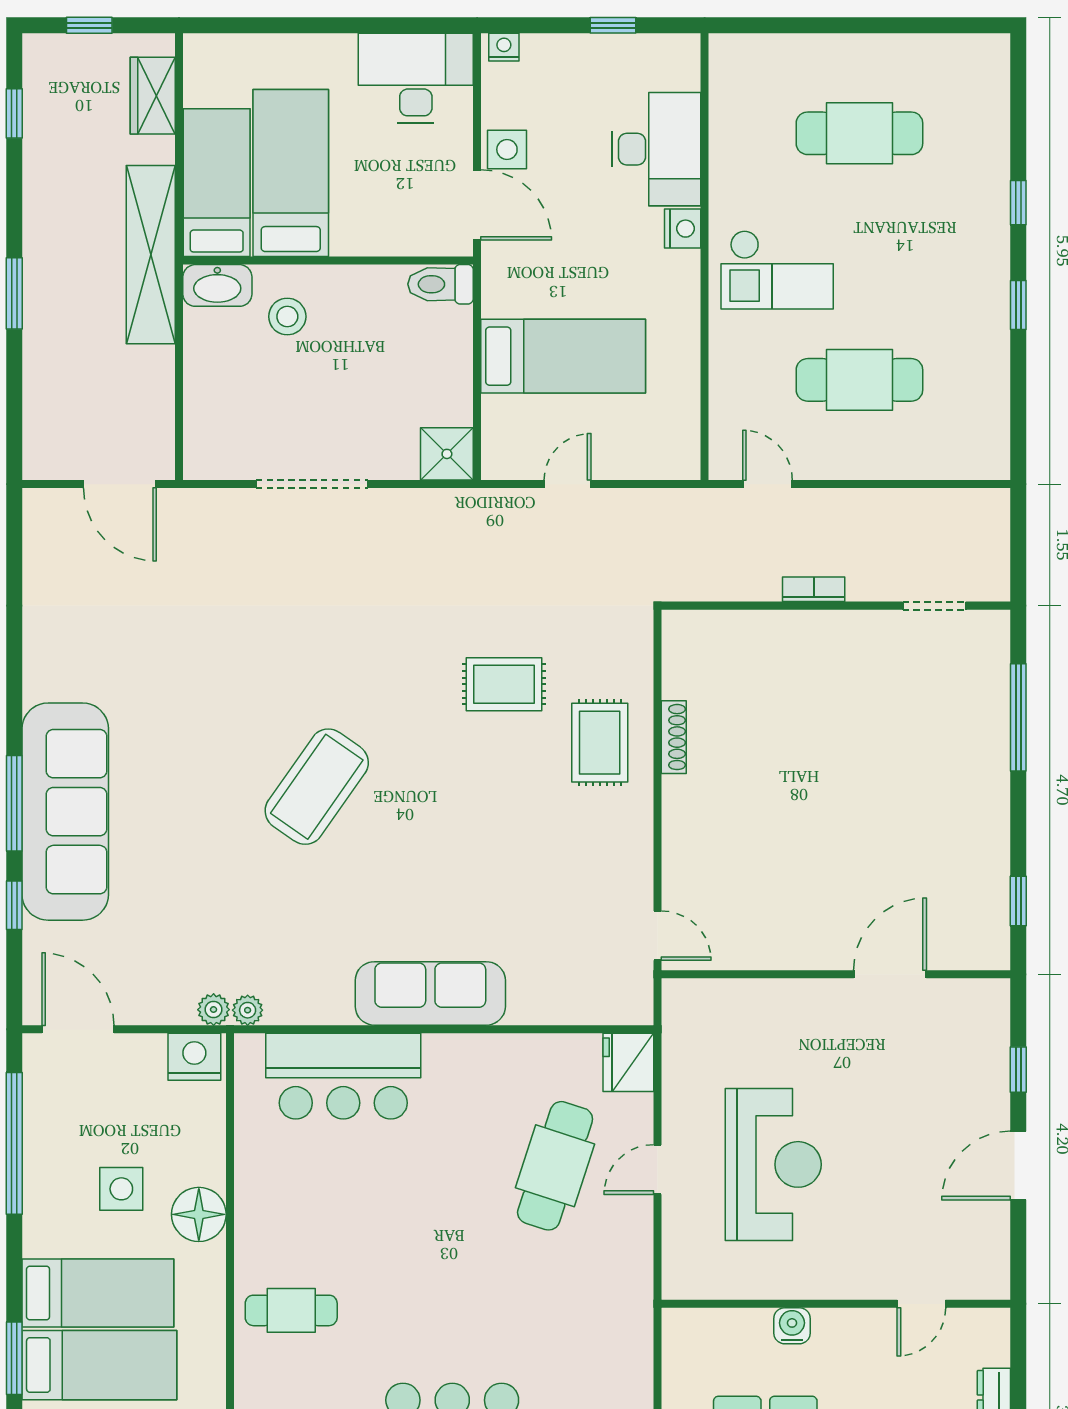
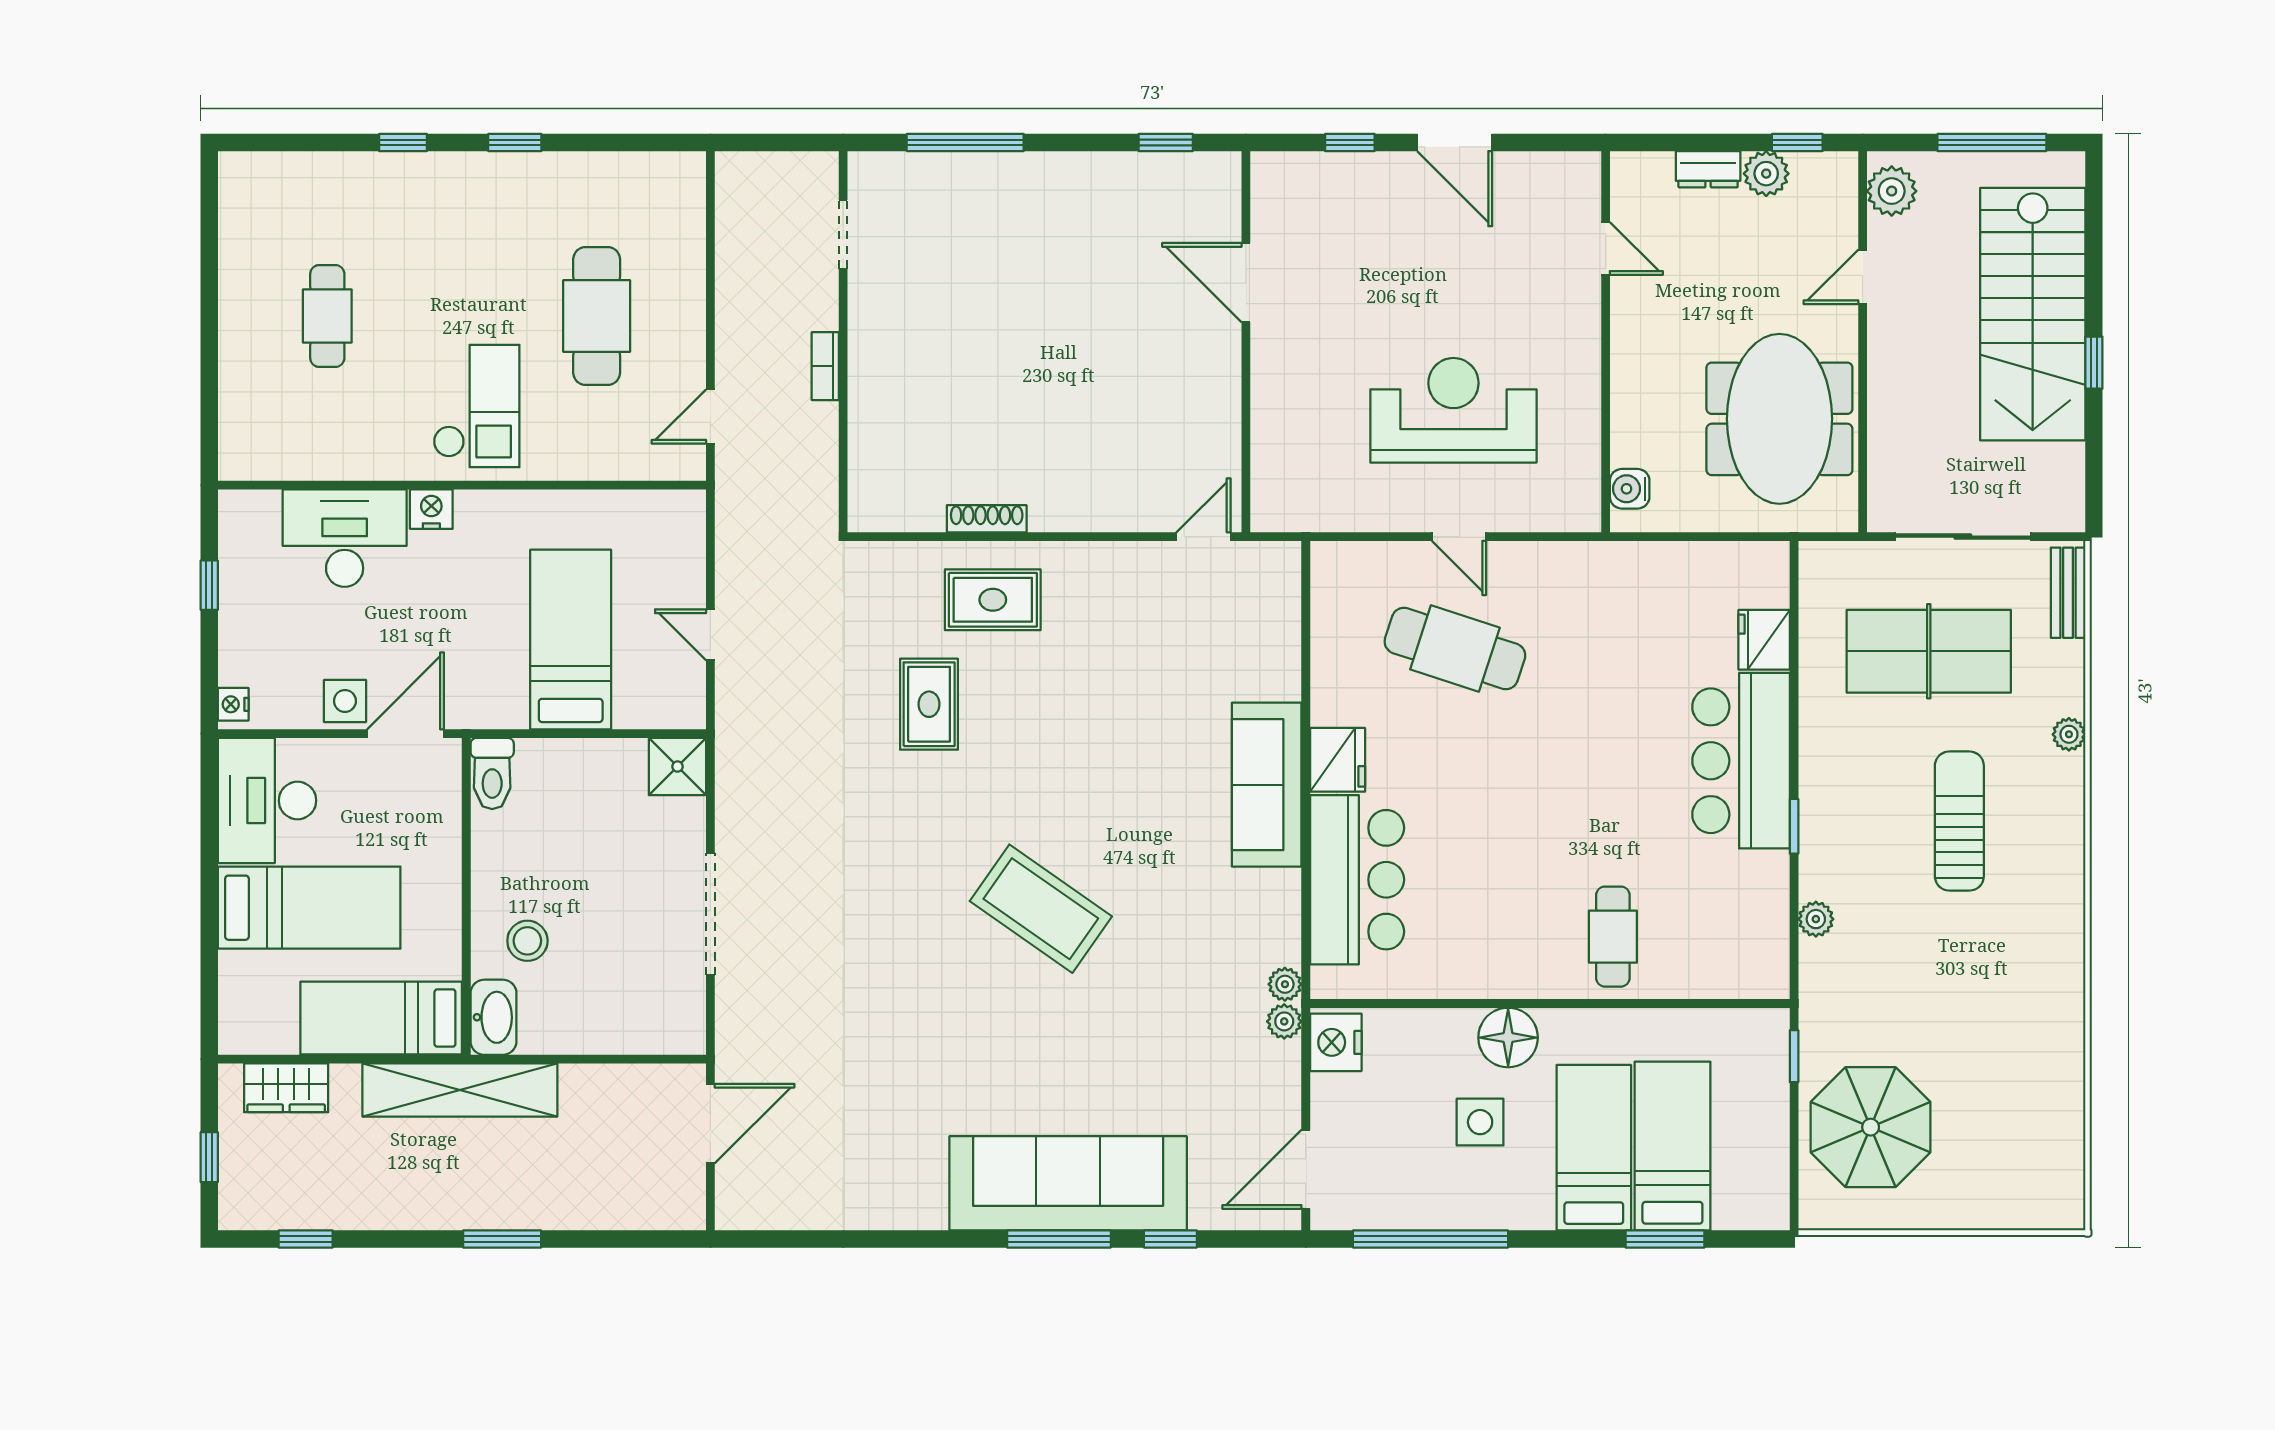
cafe table: (859, 133) -> (327, 316), width x0.73, depth x0.74
bed: (291, 173) -> (309, 908), moved, turned 180
fridge: (628, 1062) -> (1338, 760), moved, turned -90
water cooler: (792, 1326) -> (1630, 489), moved

